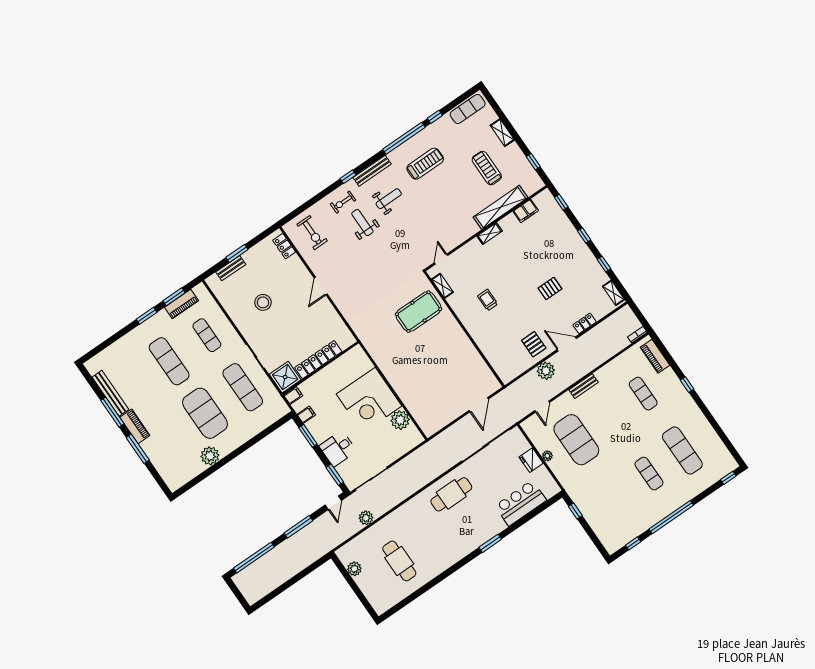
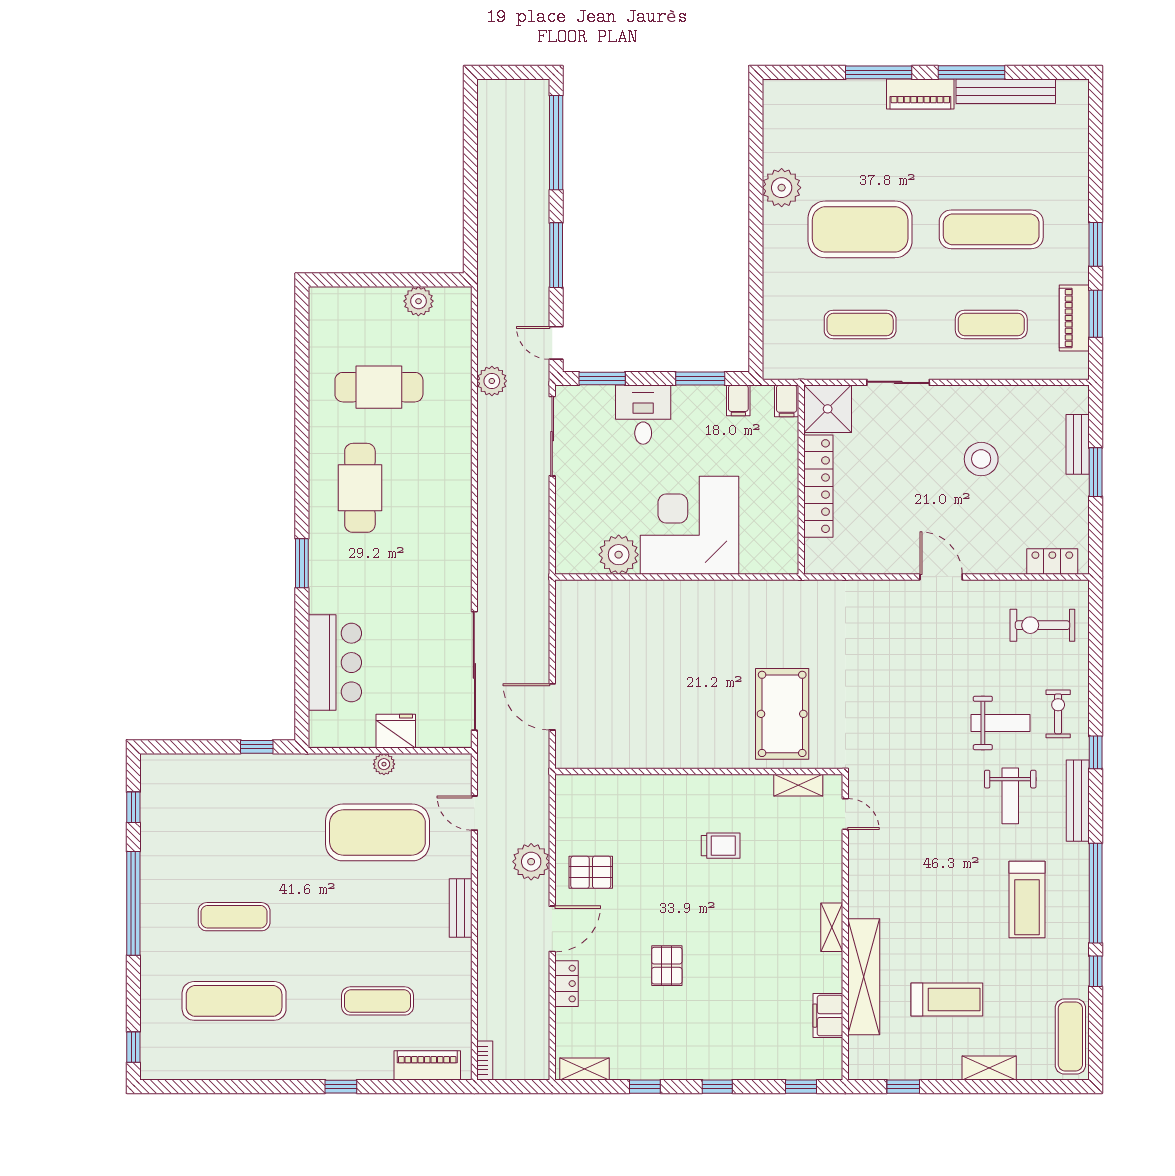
exercise mat: (243, 387) -> (860, 325), width x0.73, depth x0.69
cafe table: (451, 494) -> (360, 488), moved

